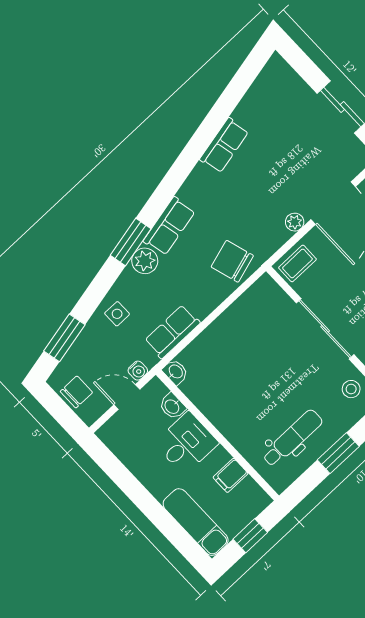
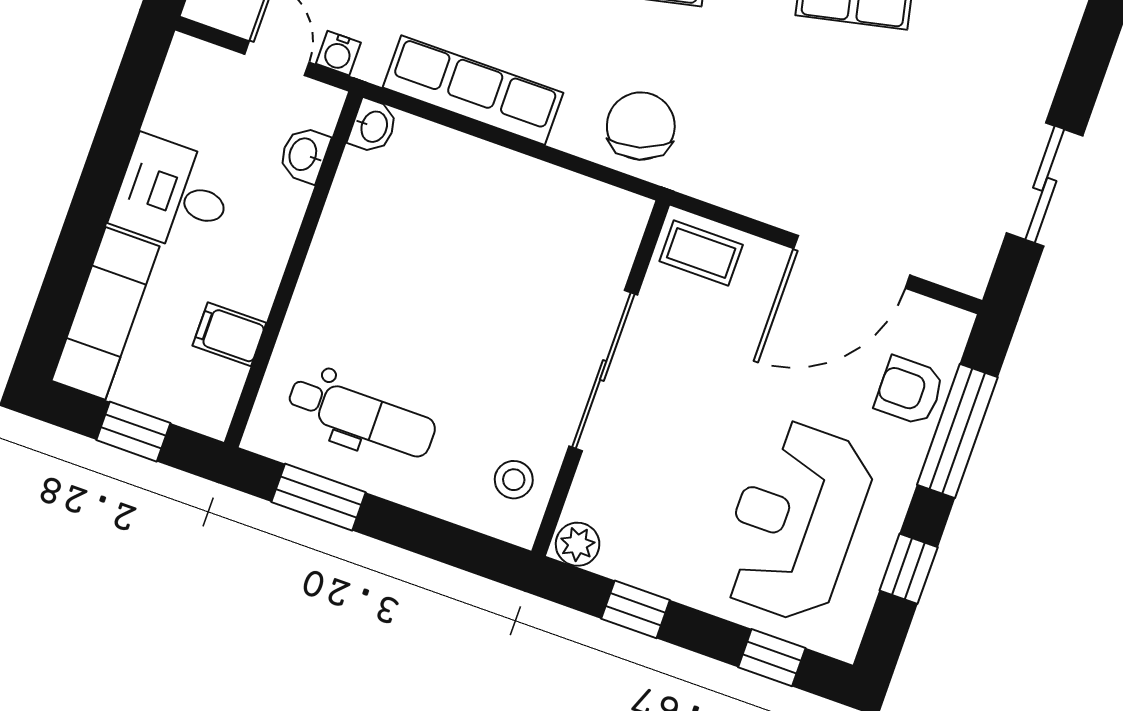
plant: (295, 222) -> (777, 207), removed
row of seats: (172, 332) -> (473, 90), width x1.48
desk: (186, 443) -> (173, 195), moved, turned 180
window: (338, 453) -> (319, 497), moved

